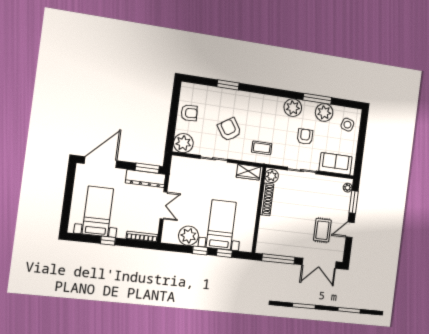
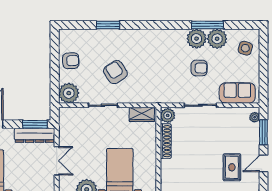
plant: (293, 108) -> (197, 39), moved
armchair: (305, 137) -> (199, 68), turned 90
coffee table: (262, 148) -> (153, 87), removed

